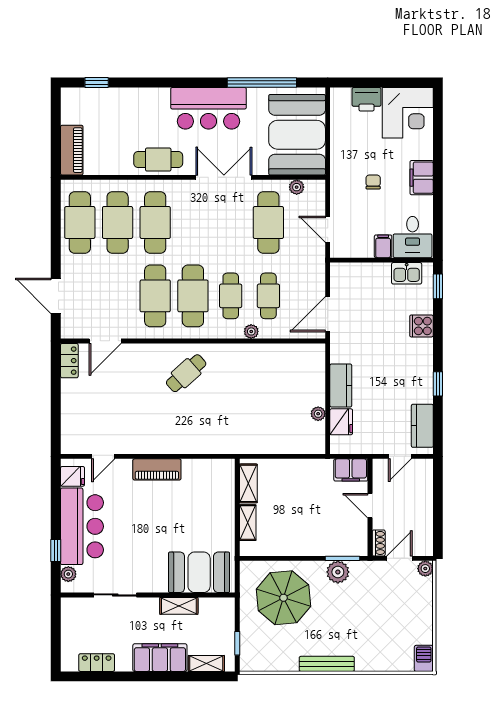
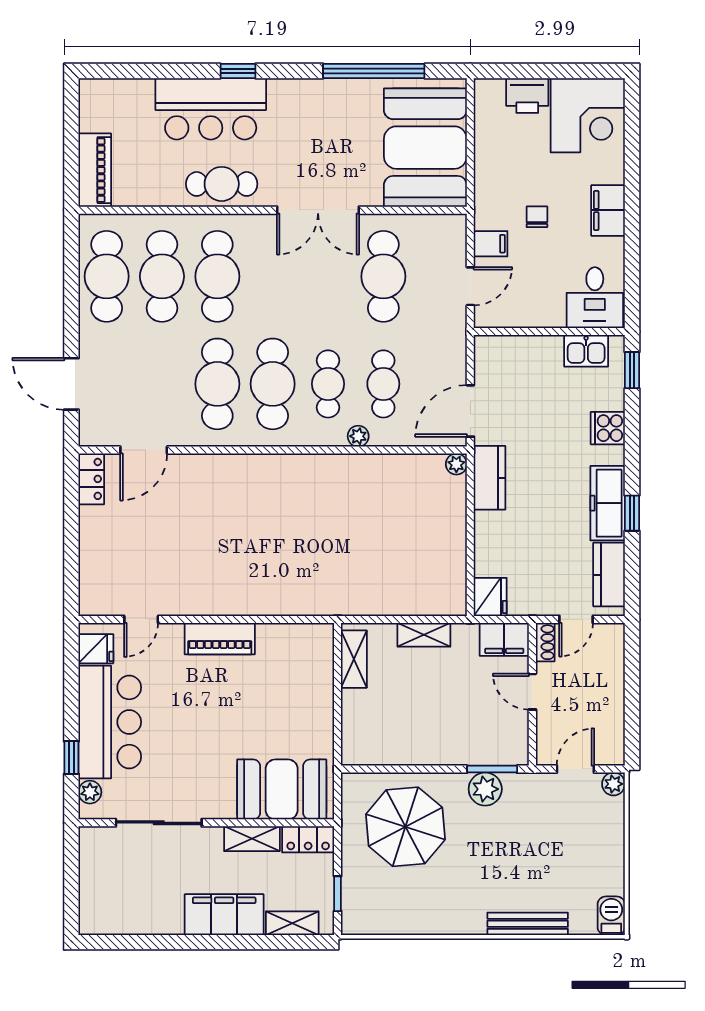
window: (97, 83) -> (238, 71), moved
bar counter: (209, 108) -> (211, 109), moved
double door: (224, 177) -> (318, 210), swing flipped
plant: (297, 187) -> (425, 224), removed
door: (328, 229) -> (470, 286), swing flipped
filing cabinet: (383, 246) -> (491, 244), moved, turned 90
cafe table: (186, 373) -> (263, 497), removed
freezer: (421, 377) -> (608, 503), added
kitchen counter: (341, 385) -> (490, 478), moved
plant: (318, 414) -> (456, 464), moved
fridge: (341, 422) -> (490, 597), moved
shelving: (248, 523) -> (424, 635), moved, turned 90
shoe rack: (379, 543) -> (545, 642), moved
sliding door: (115, 595) -> (159, 823), width x1.37
locker: (97, 663) -> (308, 839), moved, turned 180
bench: (327, 664) -> (528, 924), moved

